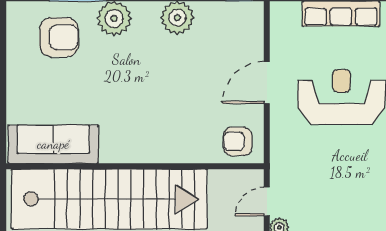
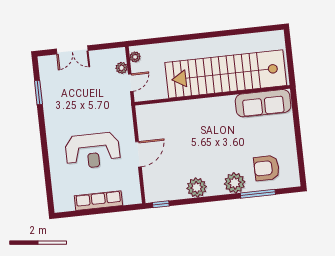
armchair: (238, 141) -> (152, 117), removed

